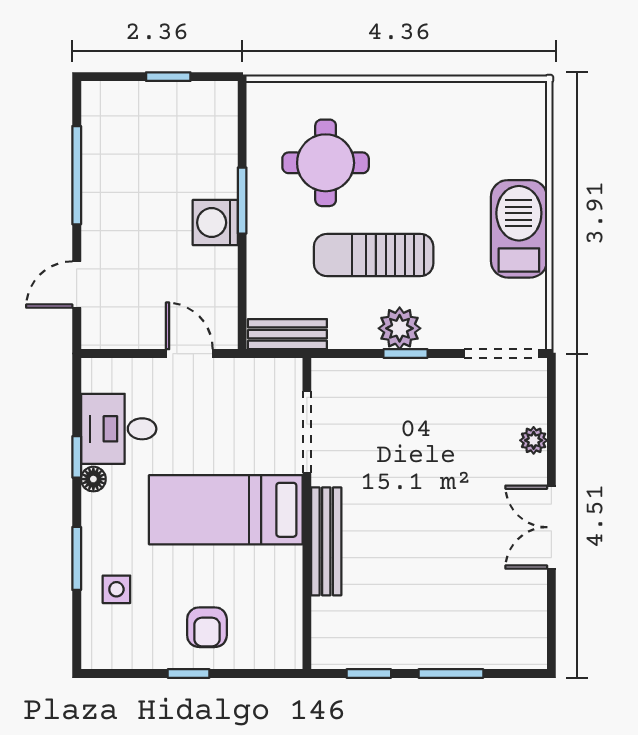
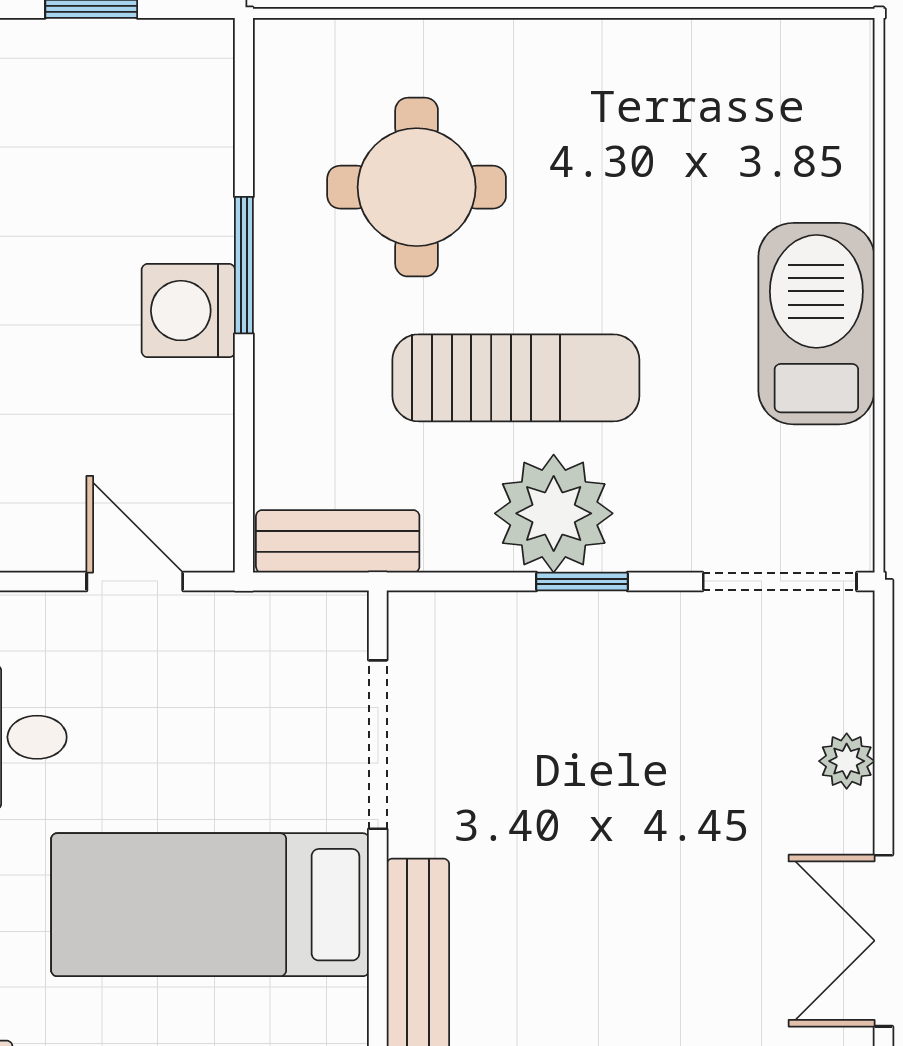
sun lounger: (374, 255) -> (516, 378), turned 180
plant: (400, 328) -> (554, 513), width x1.36, depth x1.36

